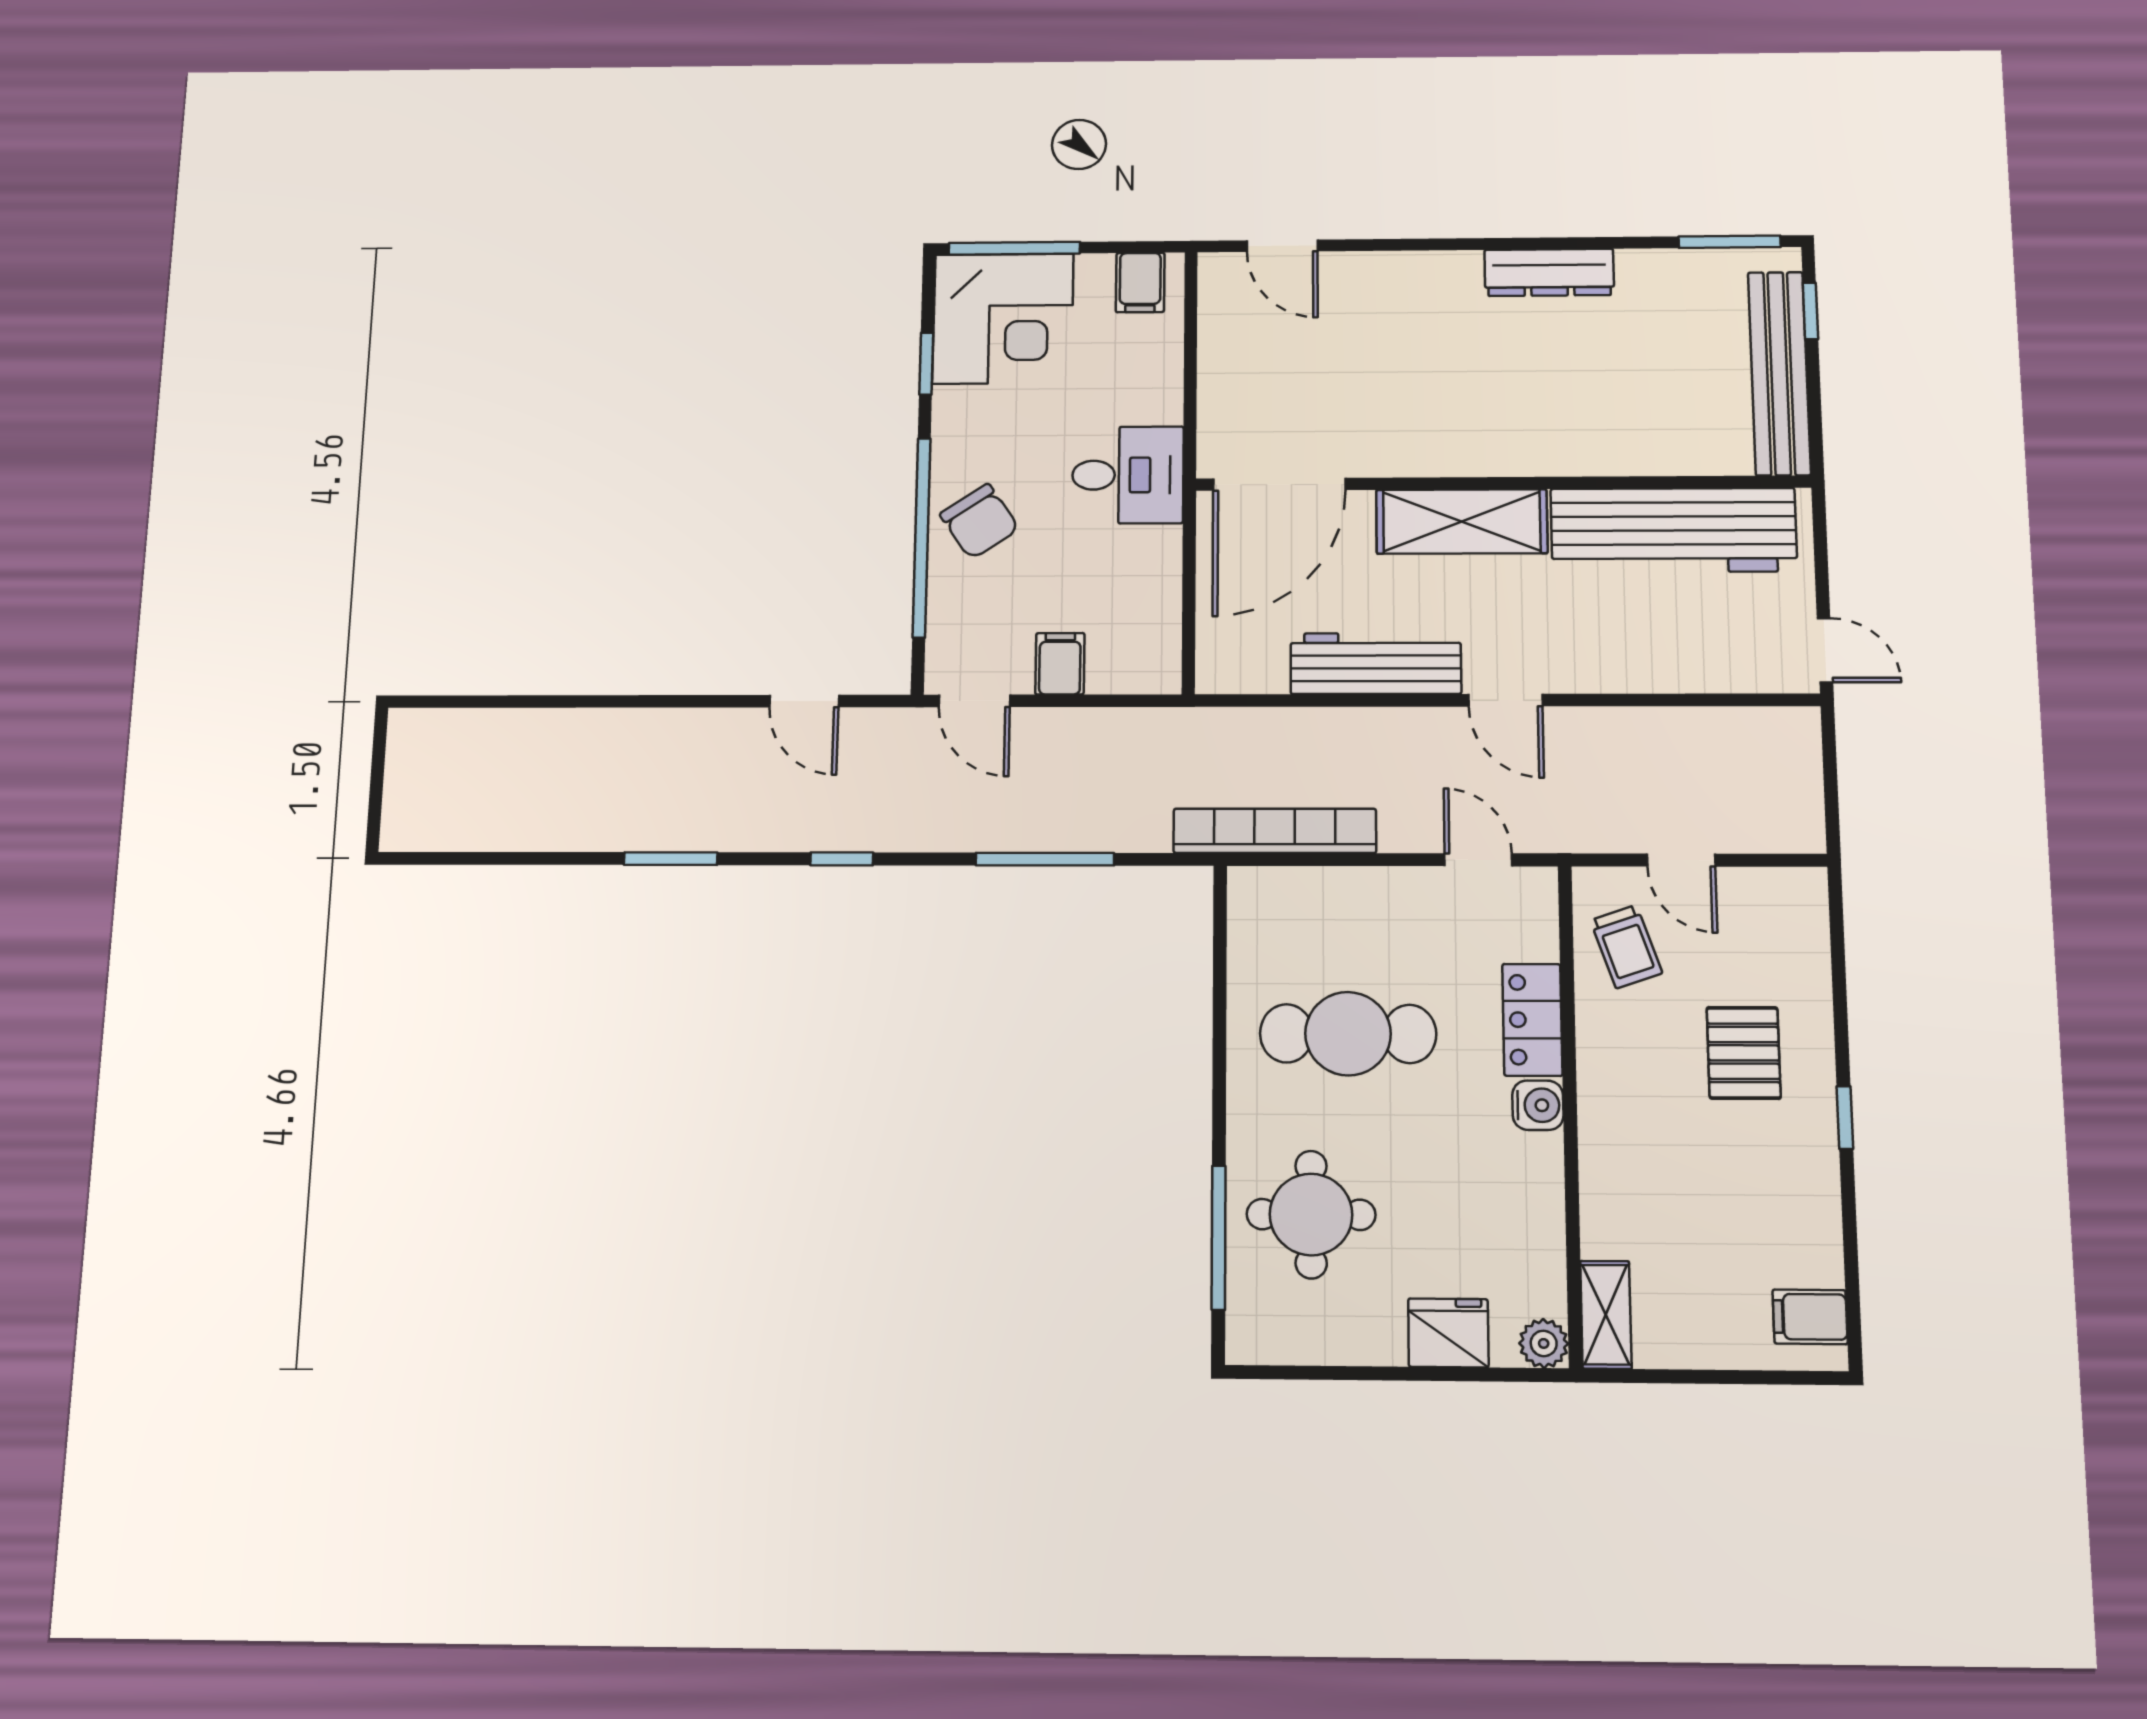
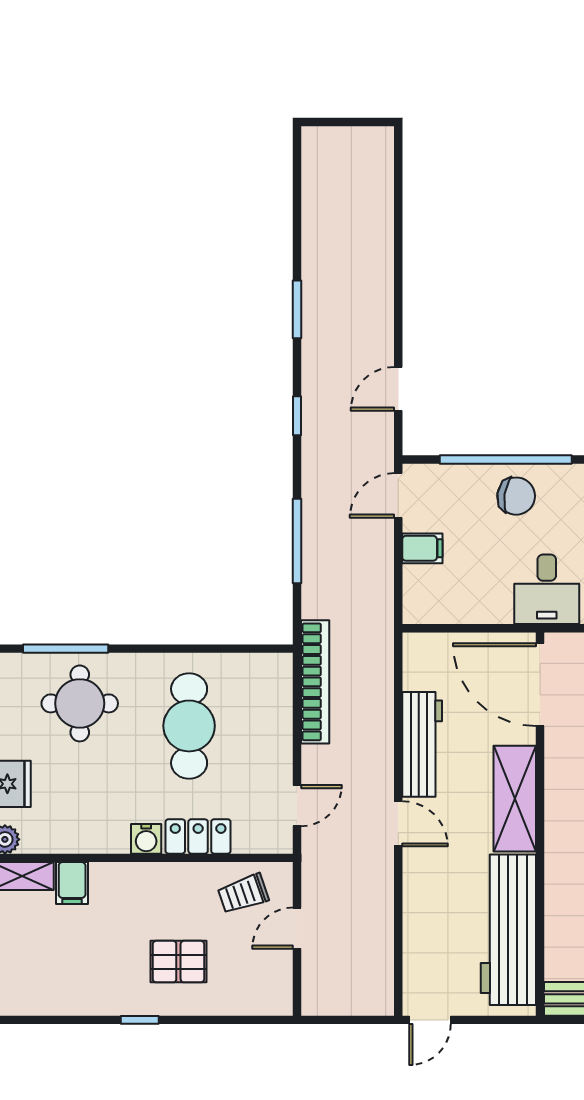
chair: (980, 521) -> (516, 496), turned -137
door: (1505, 700) -> (398, 824), swing flipped
filing cabinet: (1810, 1317) -> (72, 883), moved, turned 180

